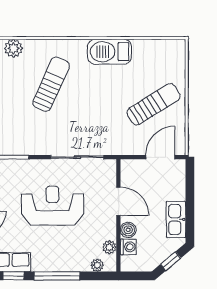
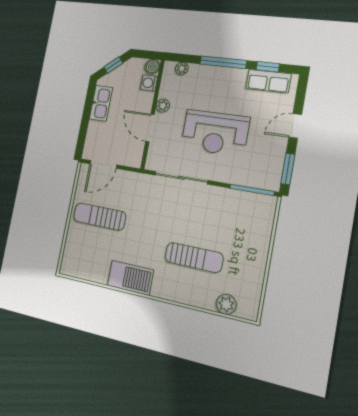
sun lounger: (51, 84) -> (194, 257), turned -114
sun lounger: (154, 104) -> (100, 217), turned 32
boiler: (128, 230) -> (152, 67), moved
plant: (109, 247) -> (163, 106), moved

